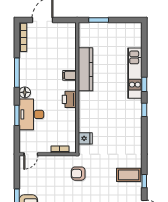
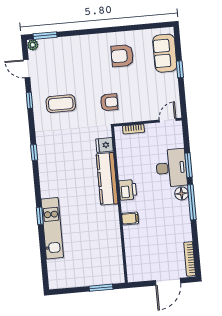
kitchen counter: (86, 69) -> (107, 179), moved
window: (17, 73) -> (192, 202), moved
window: (144, 110) -> (34, 152), moved
coffee table: (129, 175) -> (61, 104), moved

